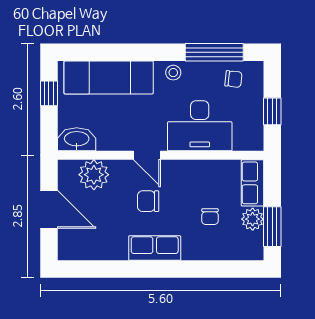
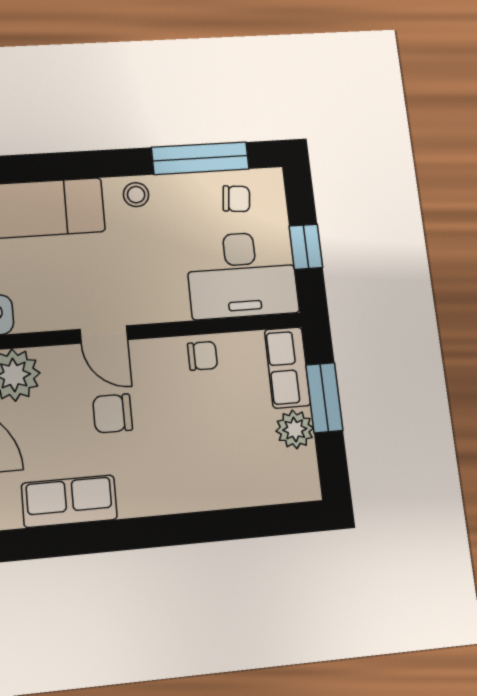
desk: (200, 126) -> (242, 275), moved
chair: (210, 217) -> (203, 356), moved, turned -90
window: (272, 227) -> (324, 398), moved
row of seats: (155, 248) -> (69, 501), moved

